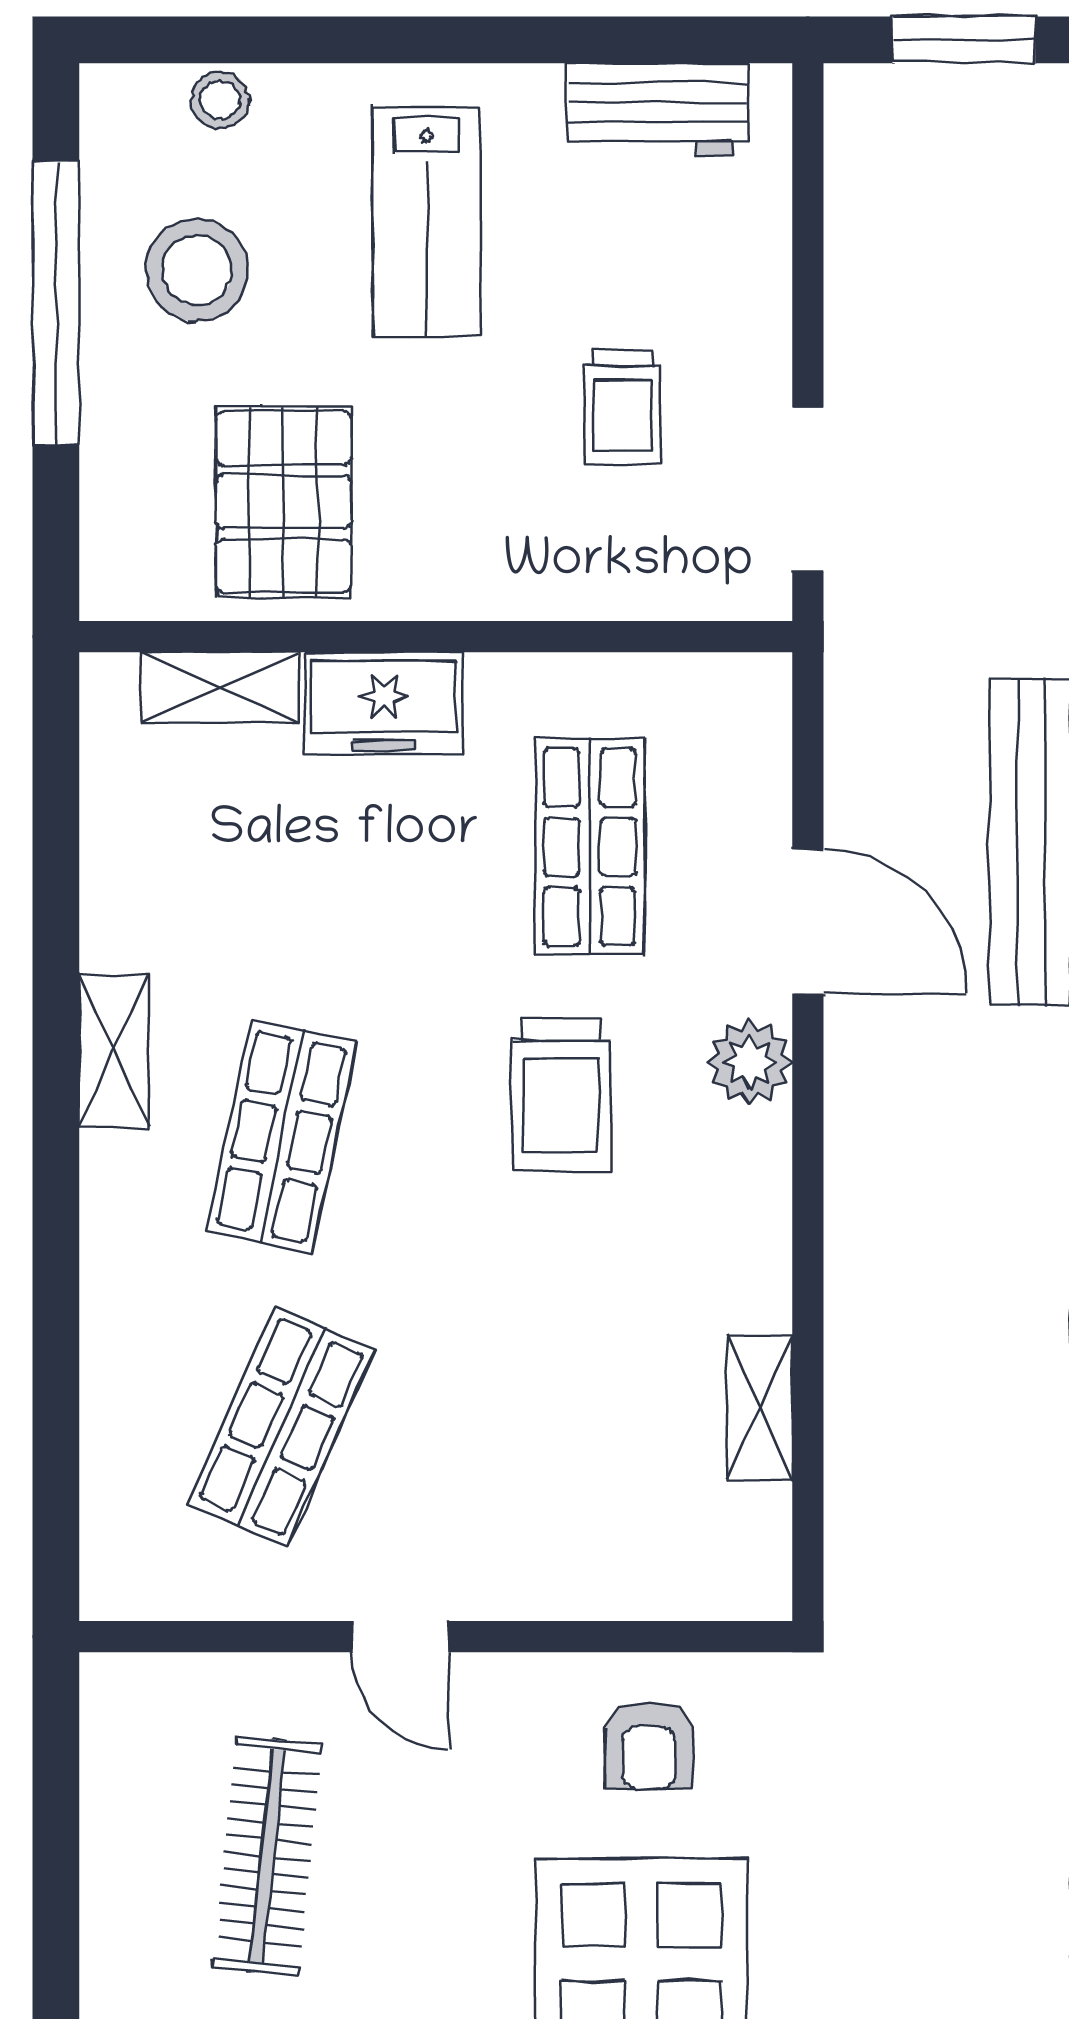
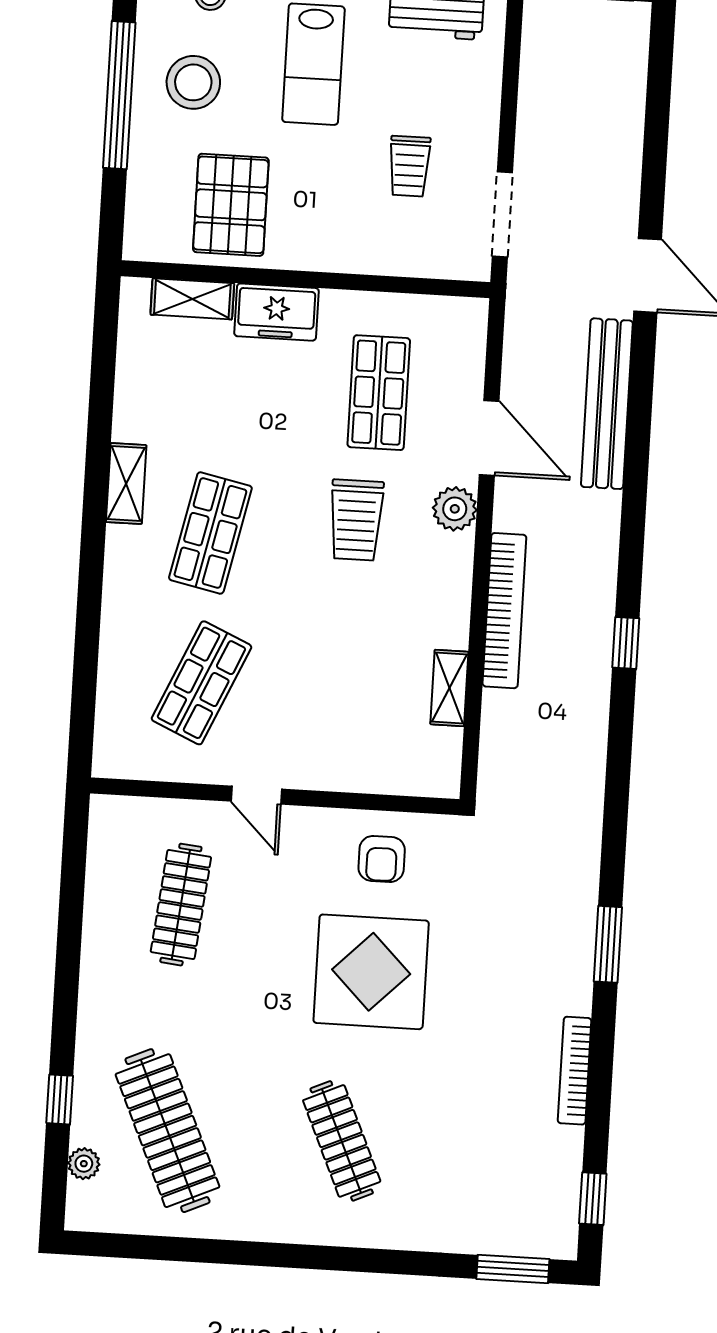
bookcase: (857, 1253) -> (504, 611), added

